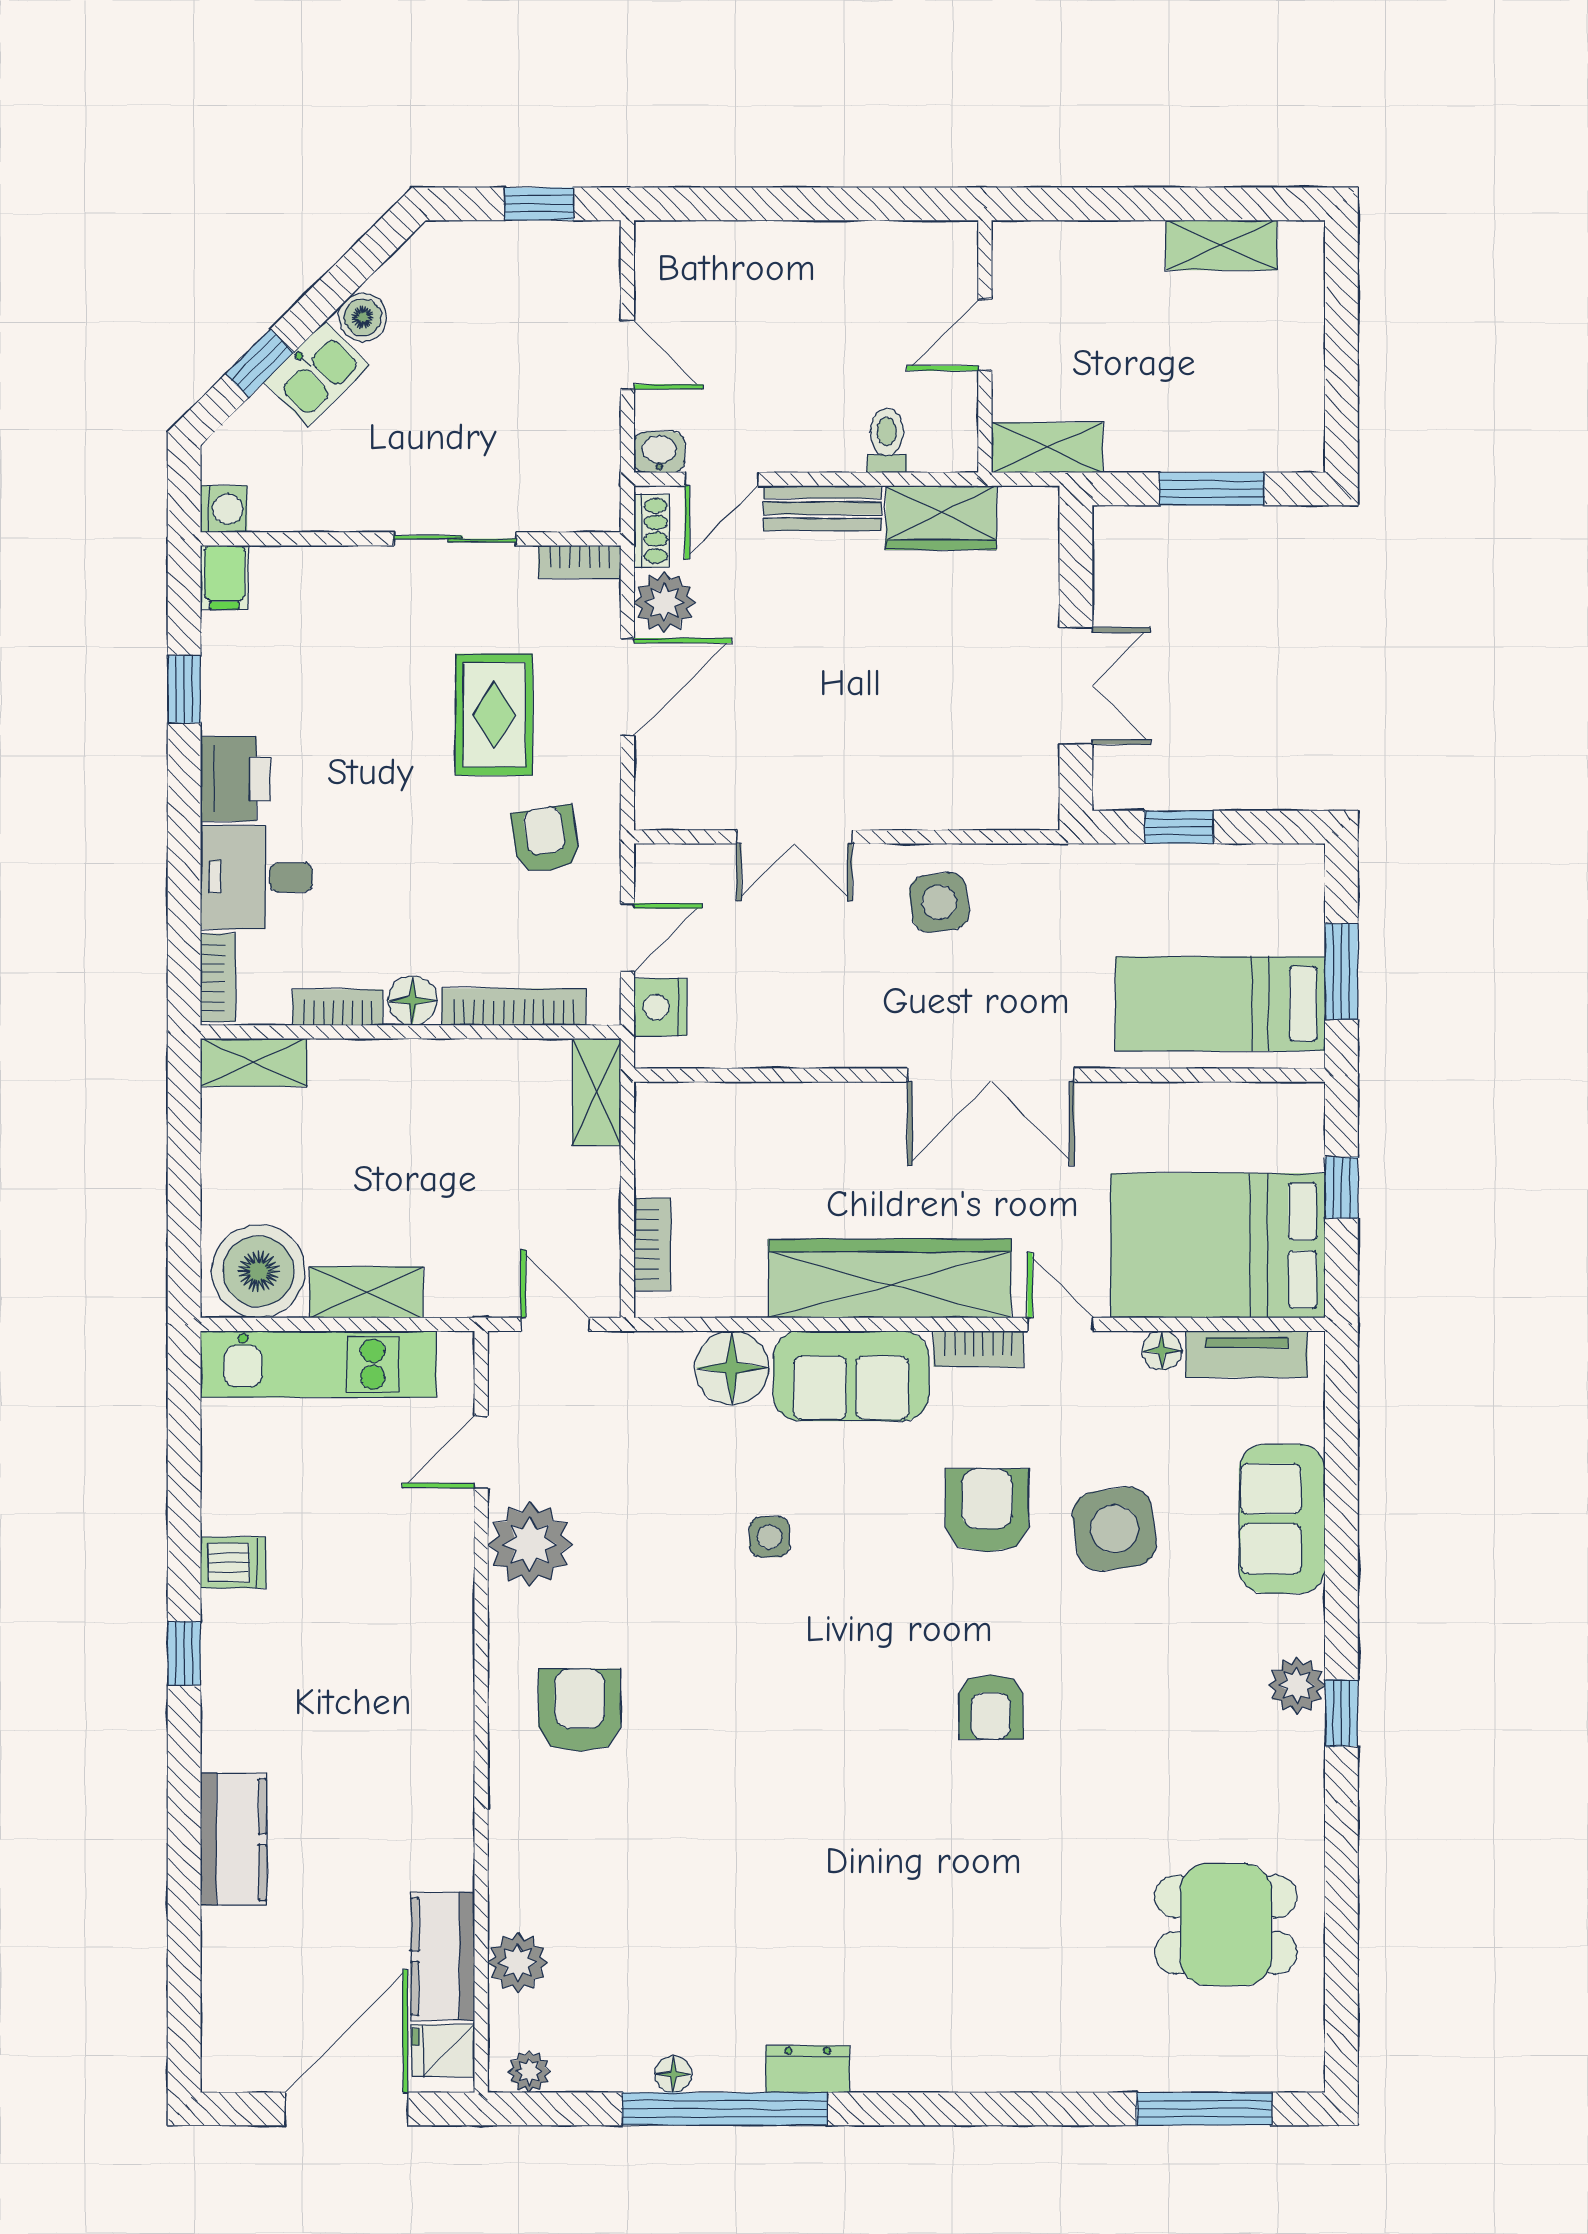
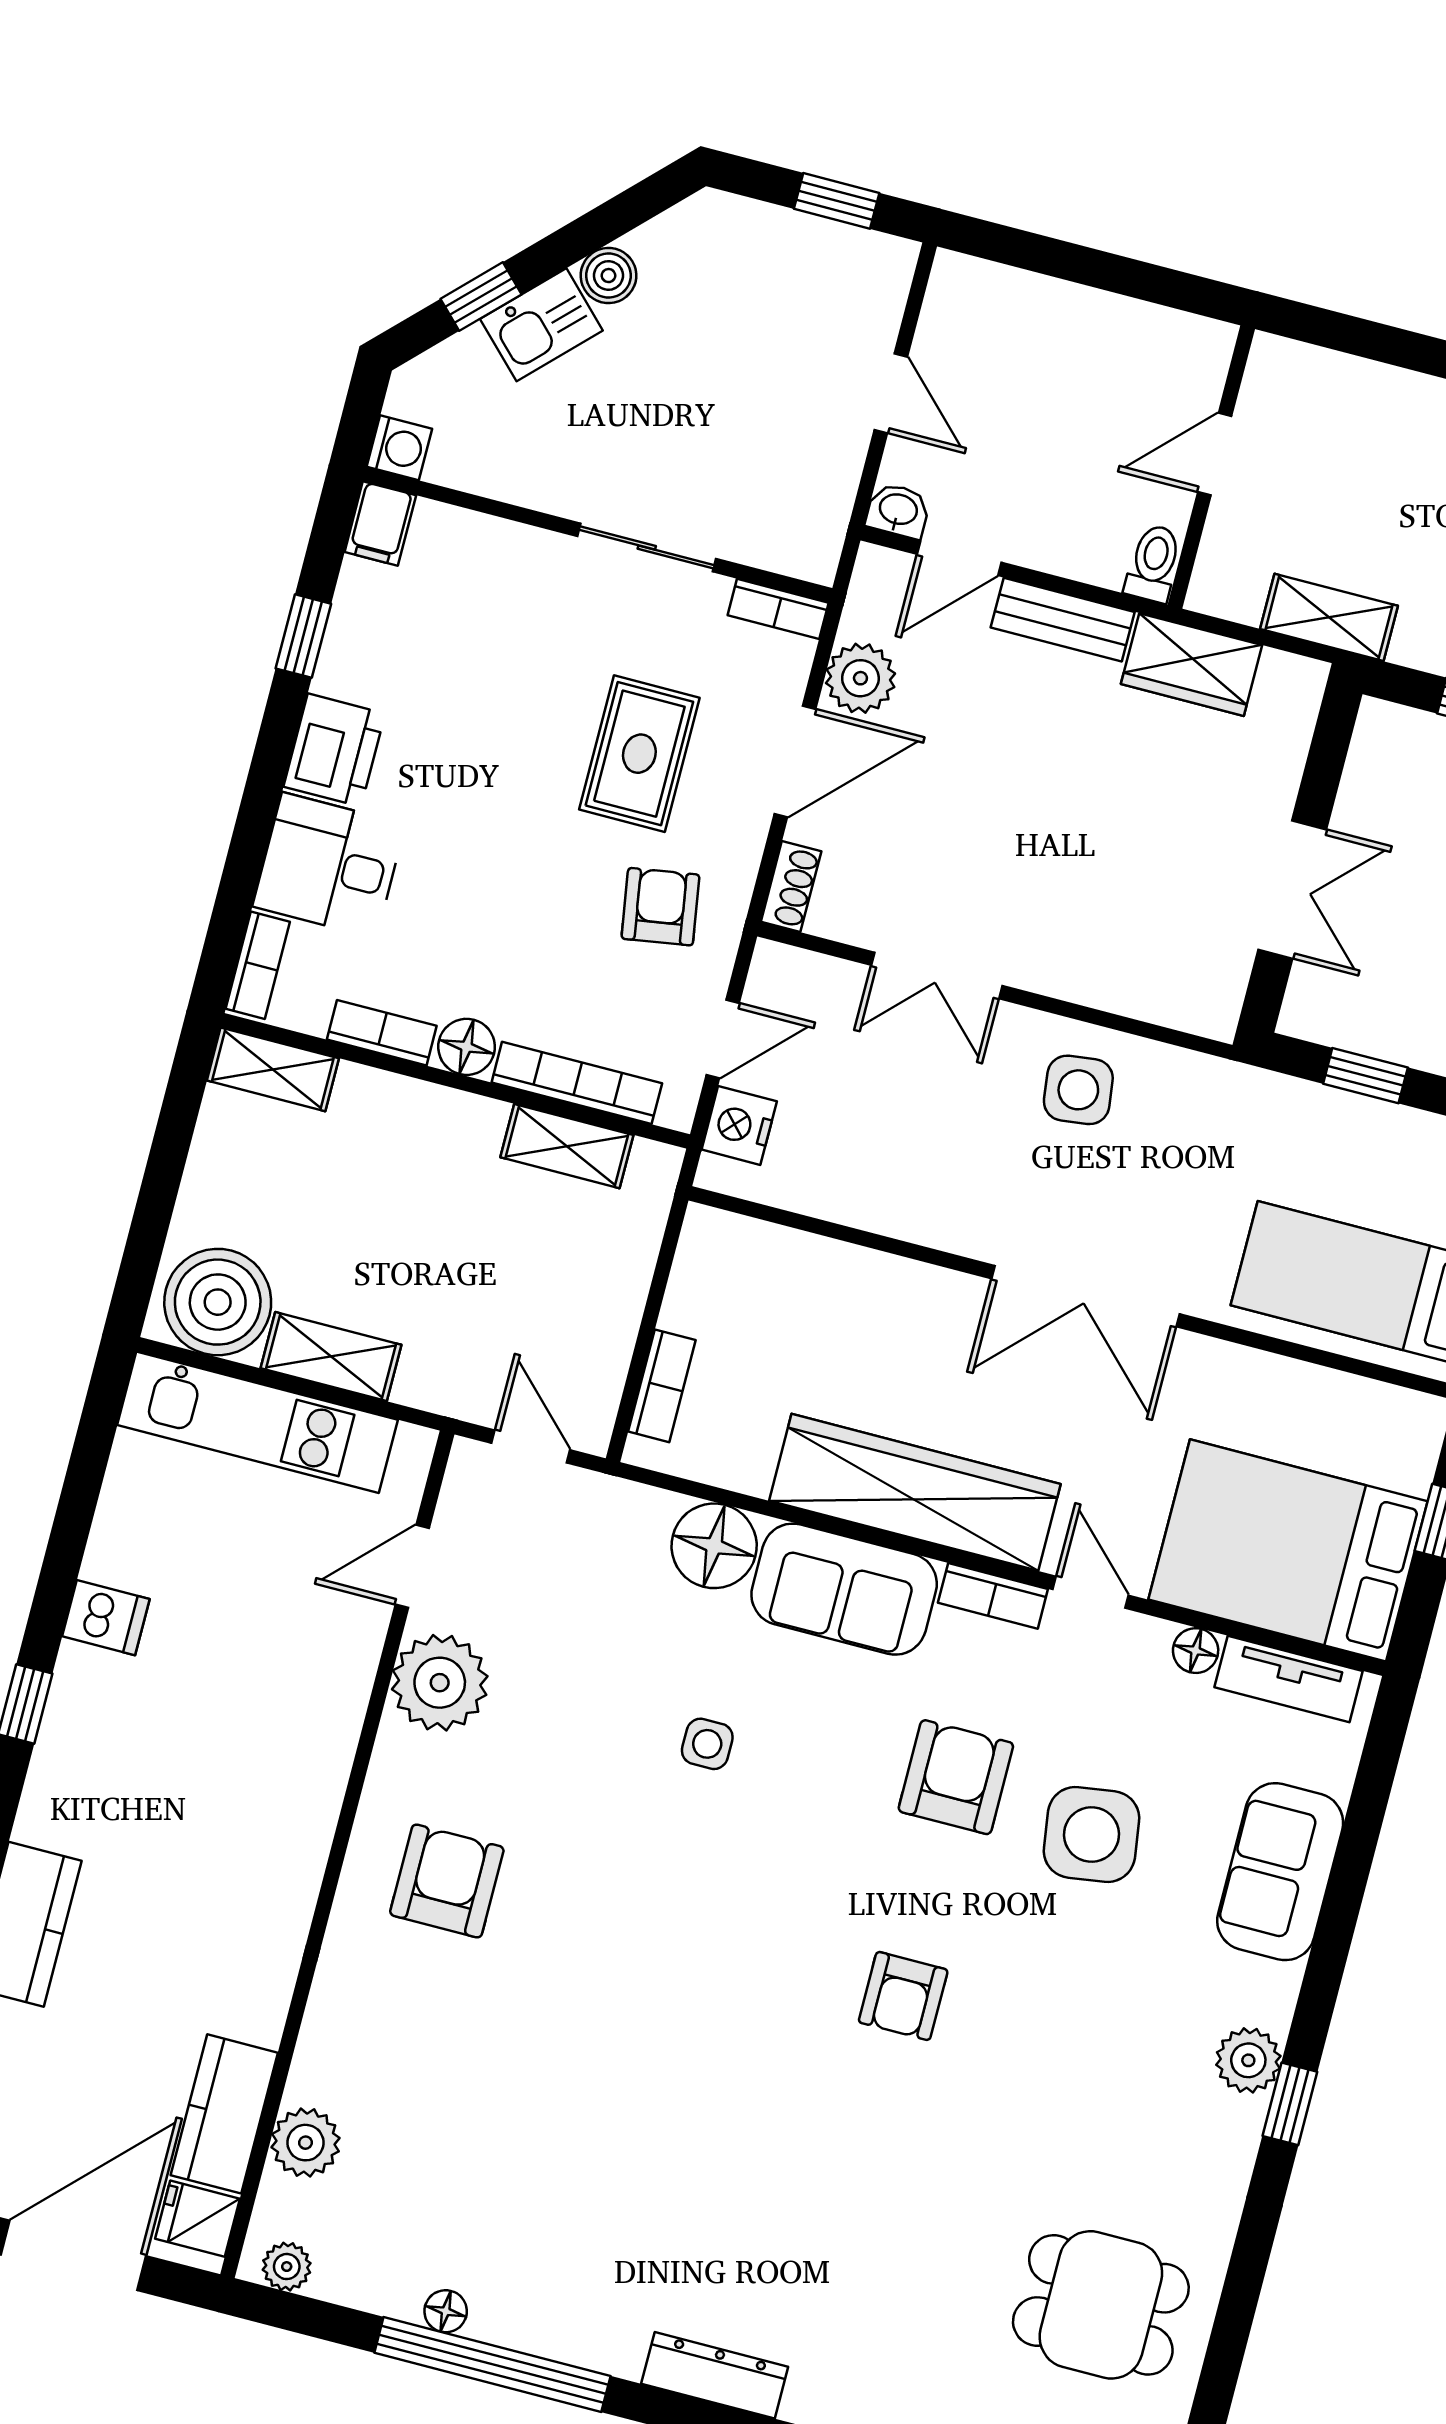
door: (985, 335) -> (1215, 454), moved
wall: (985, 346) -> (1211, 467), moved
shoe rack: (652, 531) -> (791, 887), moved
shelving: (597, 1092) -> (567, 1146), moved, turned 90
dresser: (808, 2069) -> (715, 2375), moved, width x1.44

